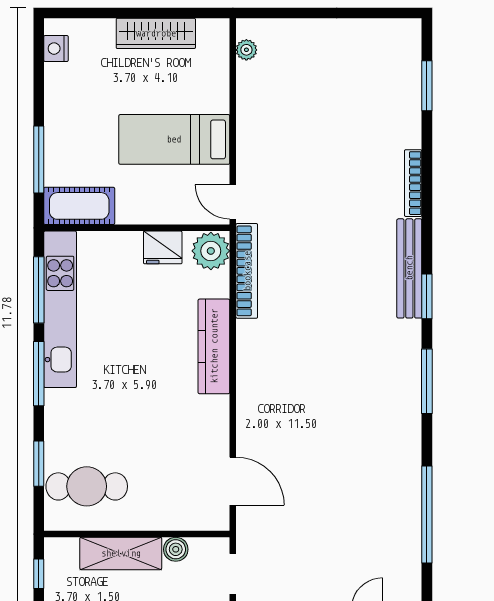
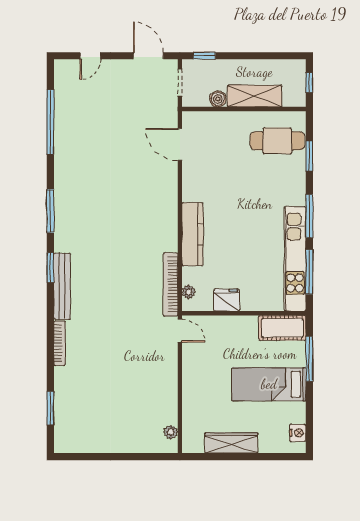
bed: (174, 139) -> (269, 384), moved, turned 180
plant: (211, 251) -> (189, 292), width x0.53, depth x0.53

